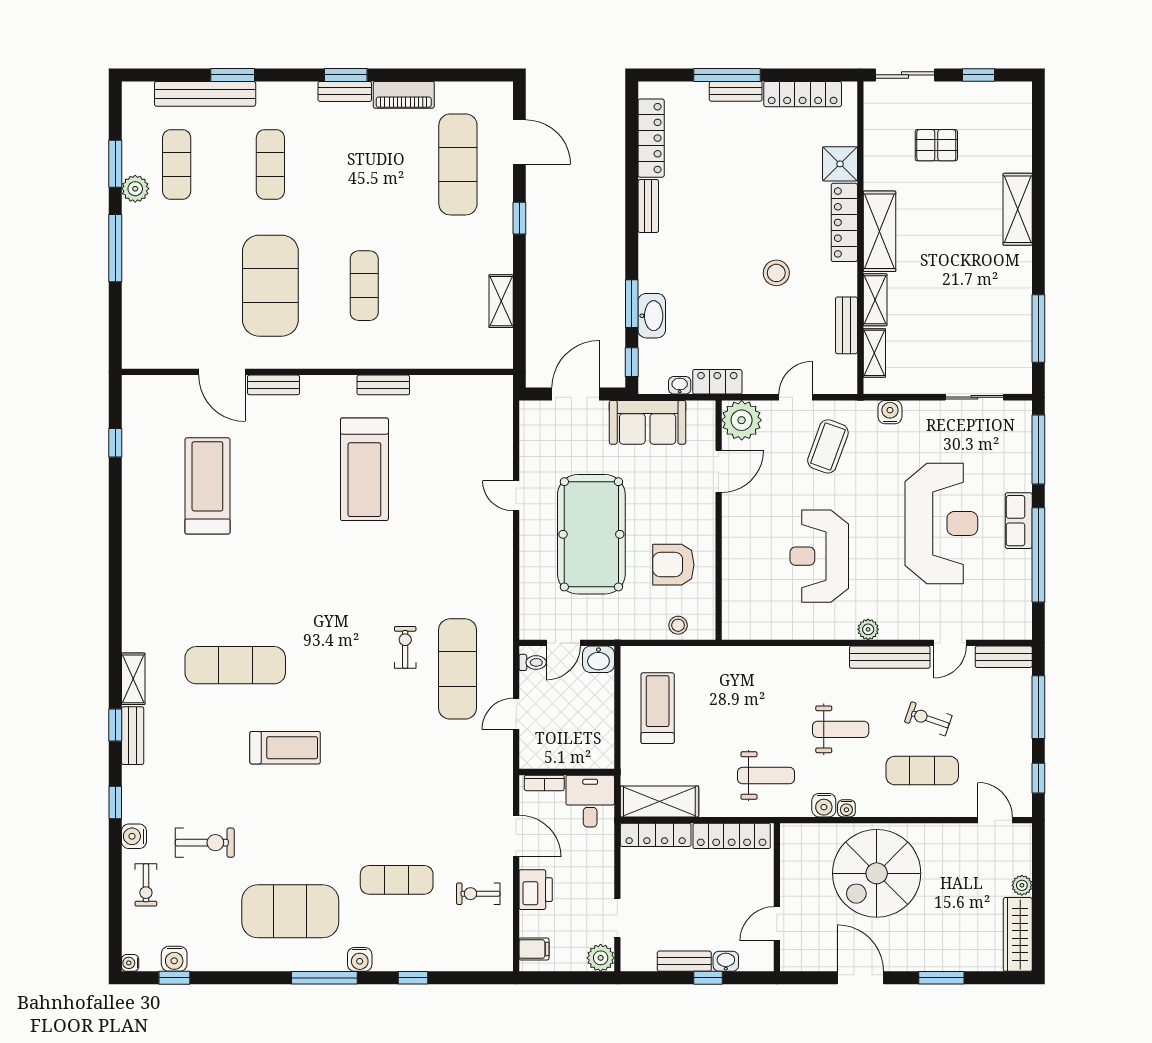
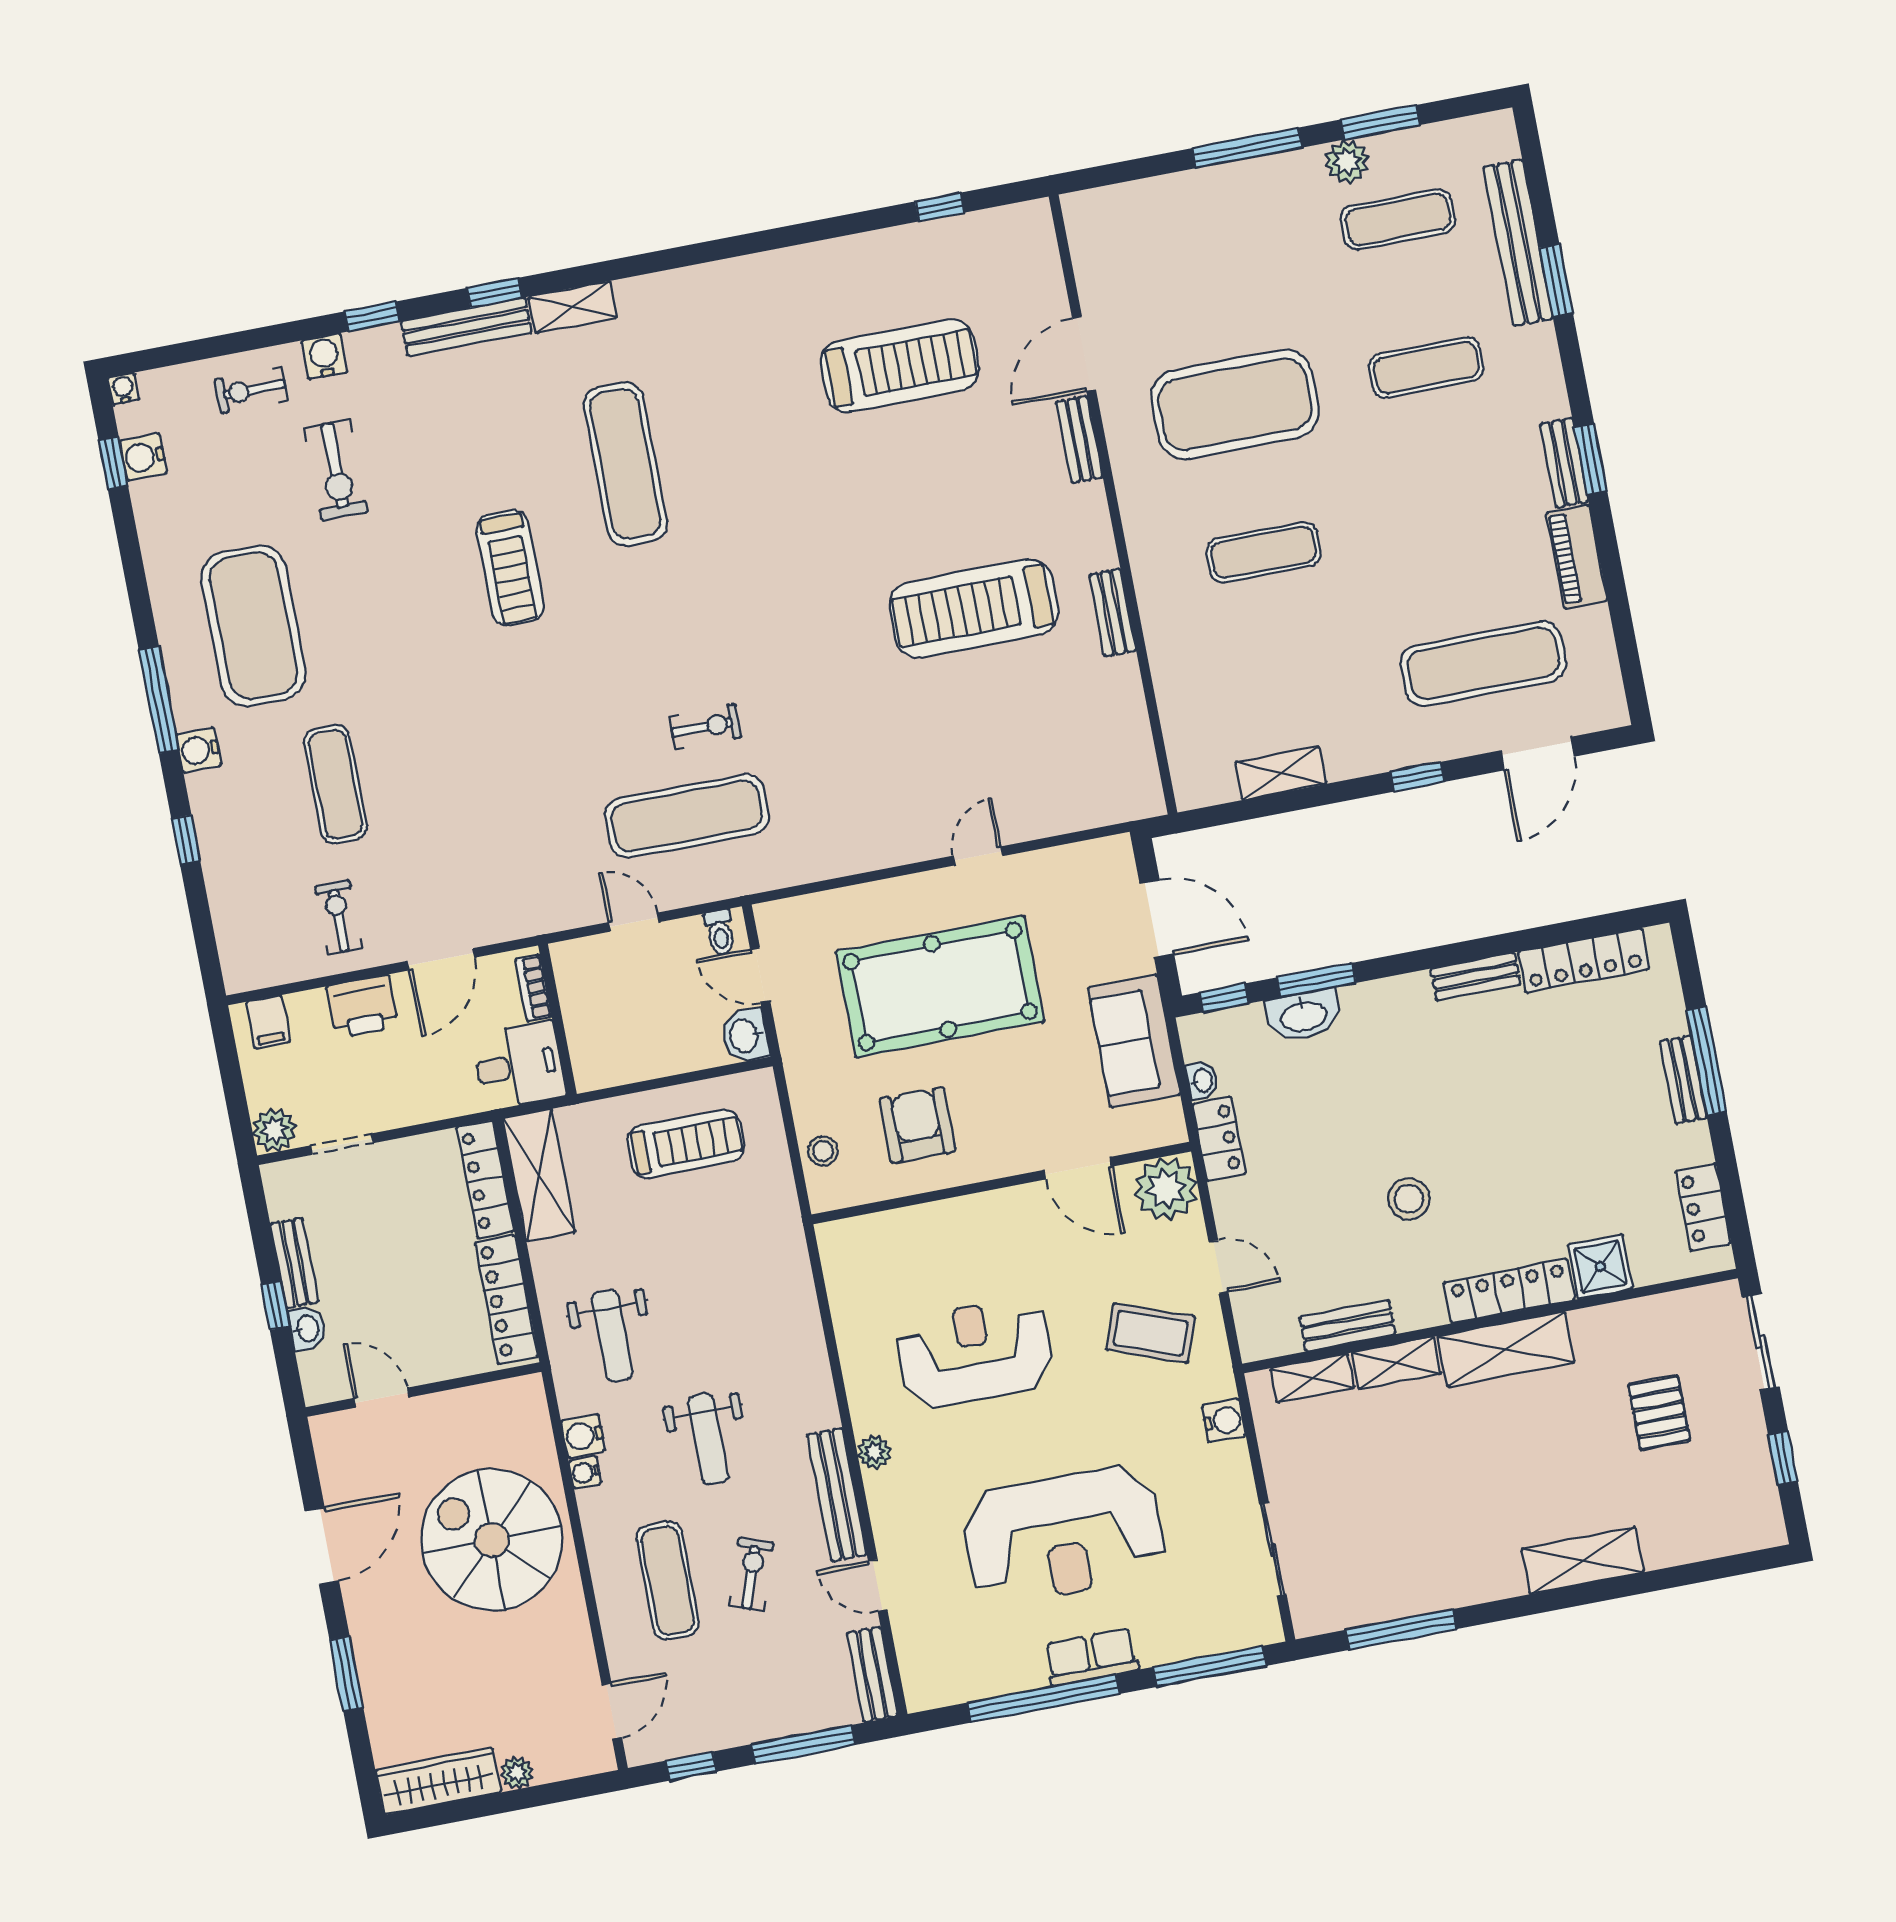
locker: (803, 94) -> (1703, 1207), width x0.66
bench: (133, 736) -> (466, 327), width x1.36

